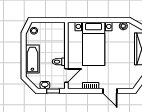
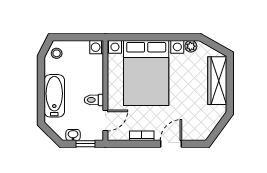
washing machine: (61, 27) -> (97, 47), added
bed with nightstands: (94, 44) -> (146, 73), width x1.36
door: (110, 91) -> (171, 144), swing flipped

